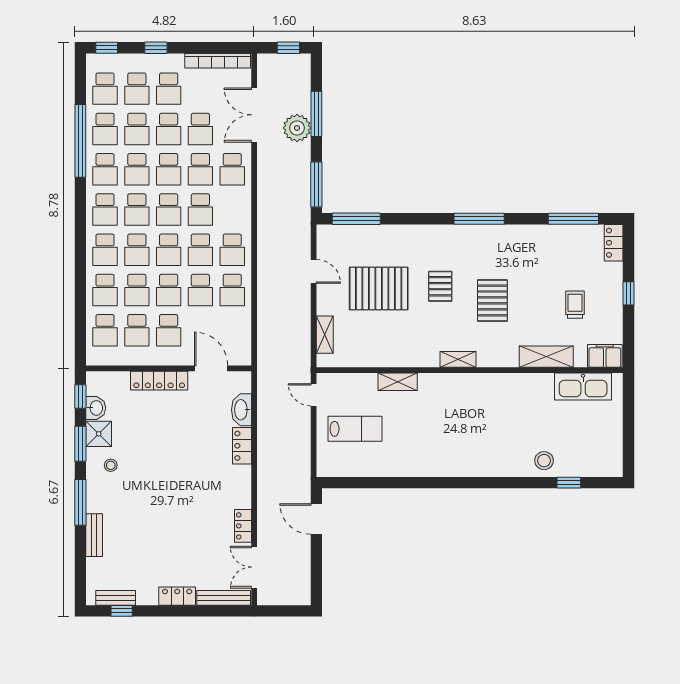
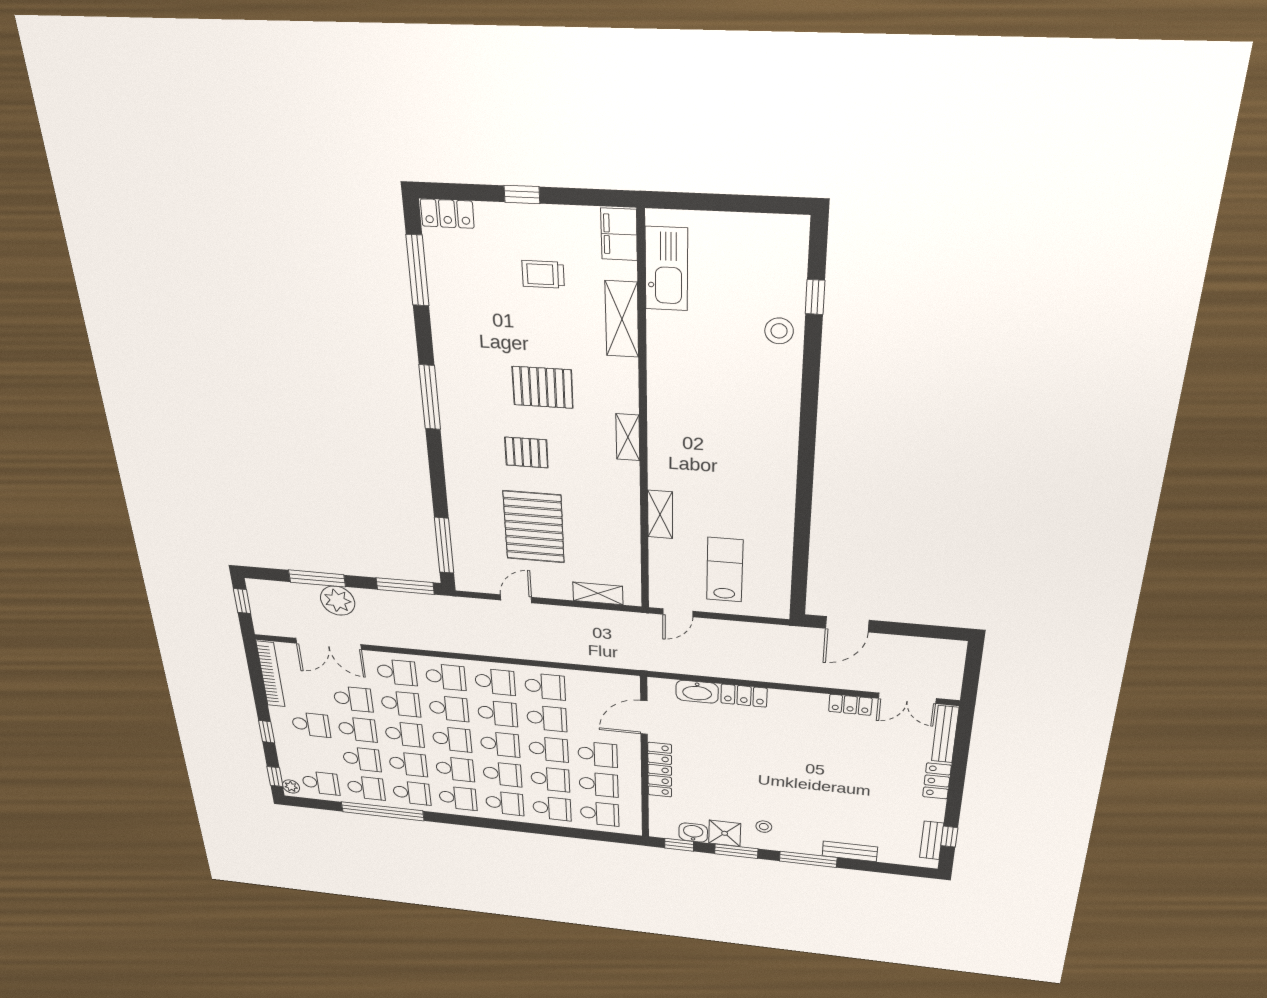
plant: (97, 61) -> (291, 786), added
school desk: (137, 89) -> (446, 677), moved

